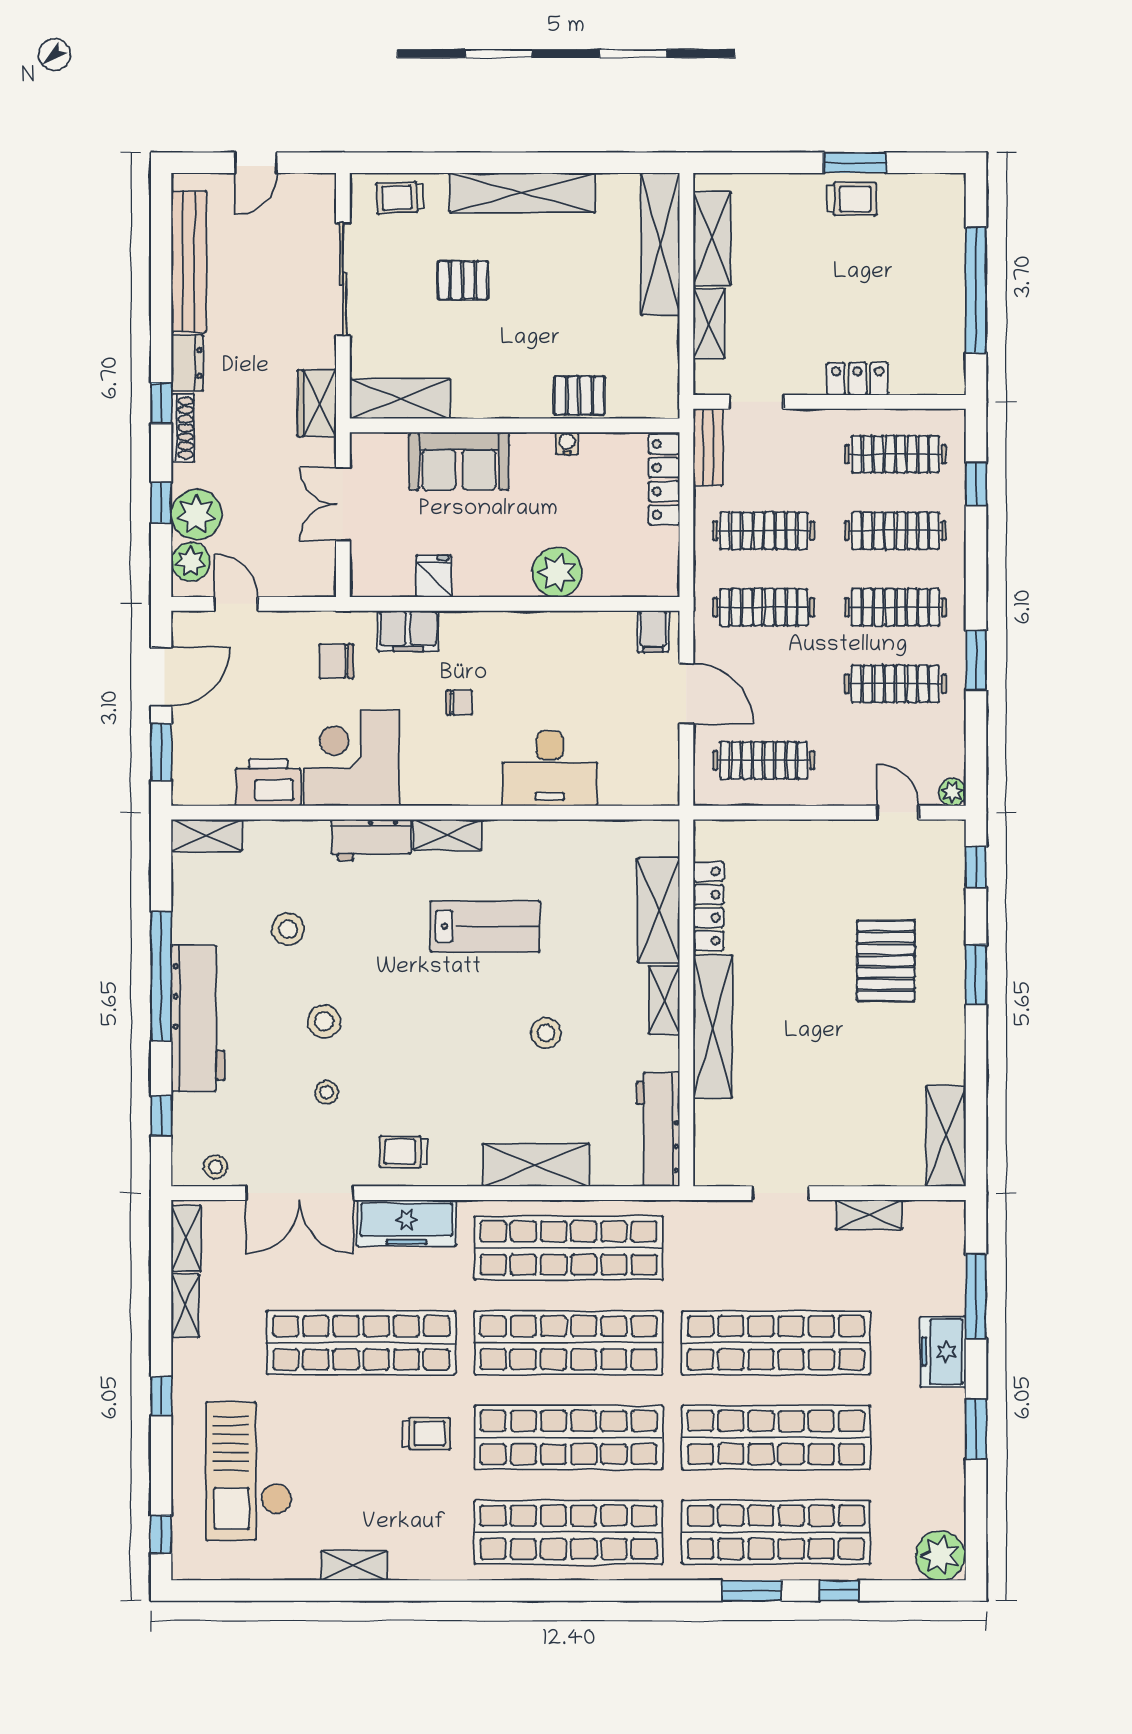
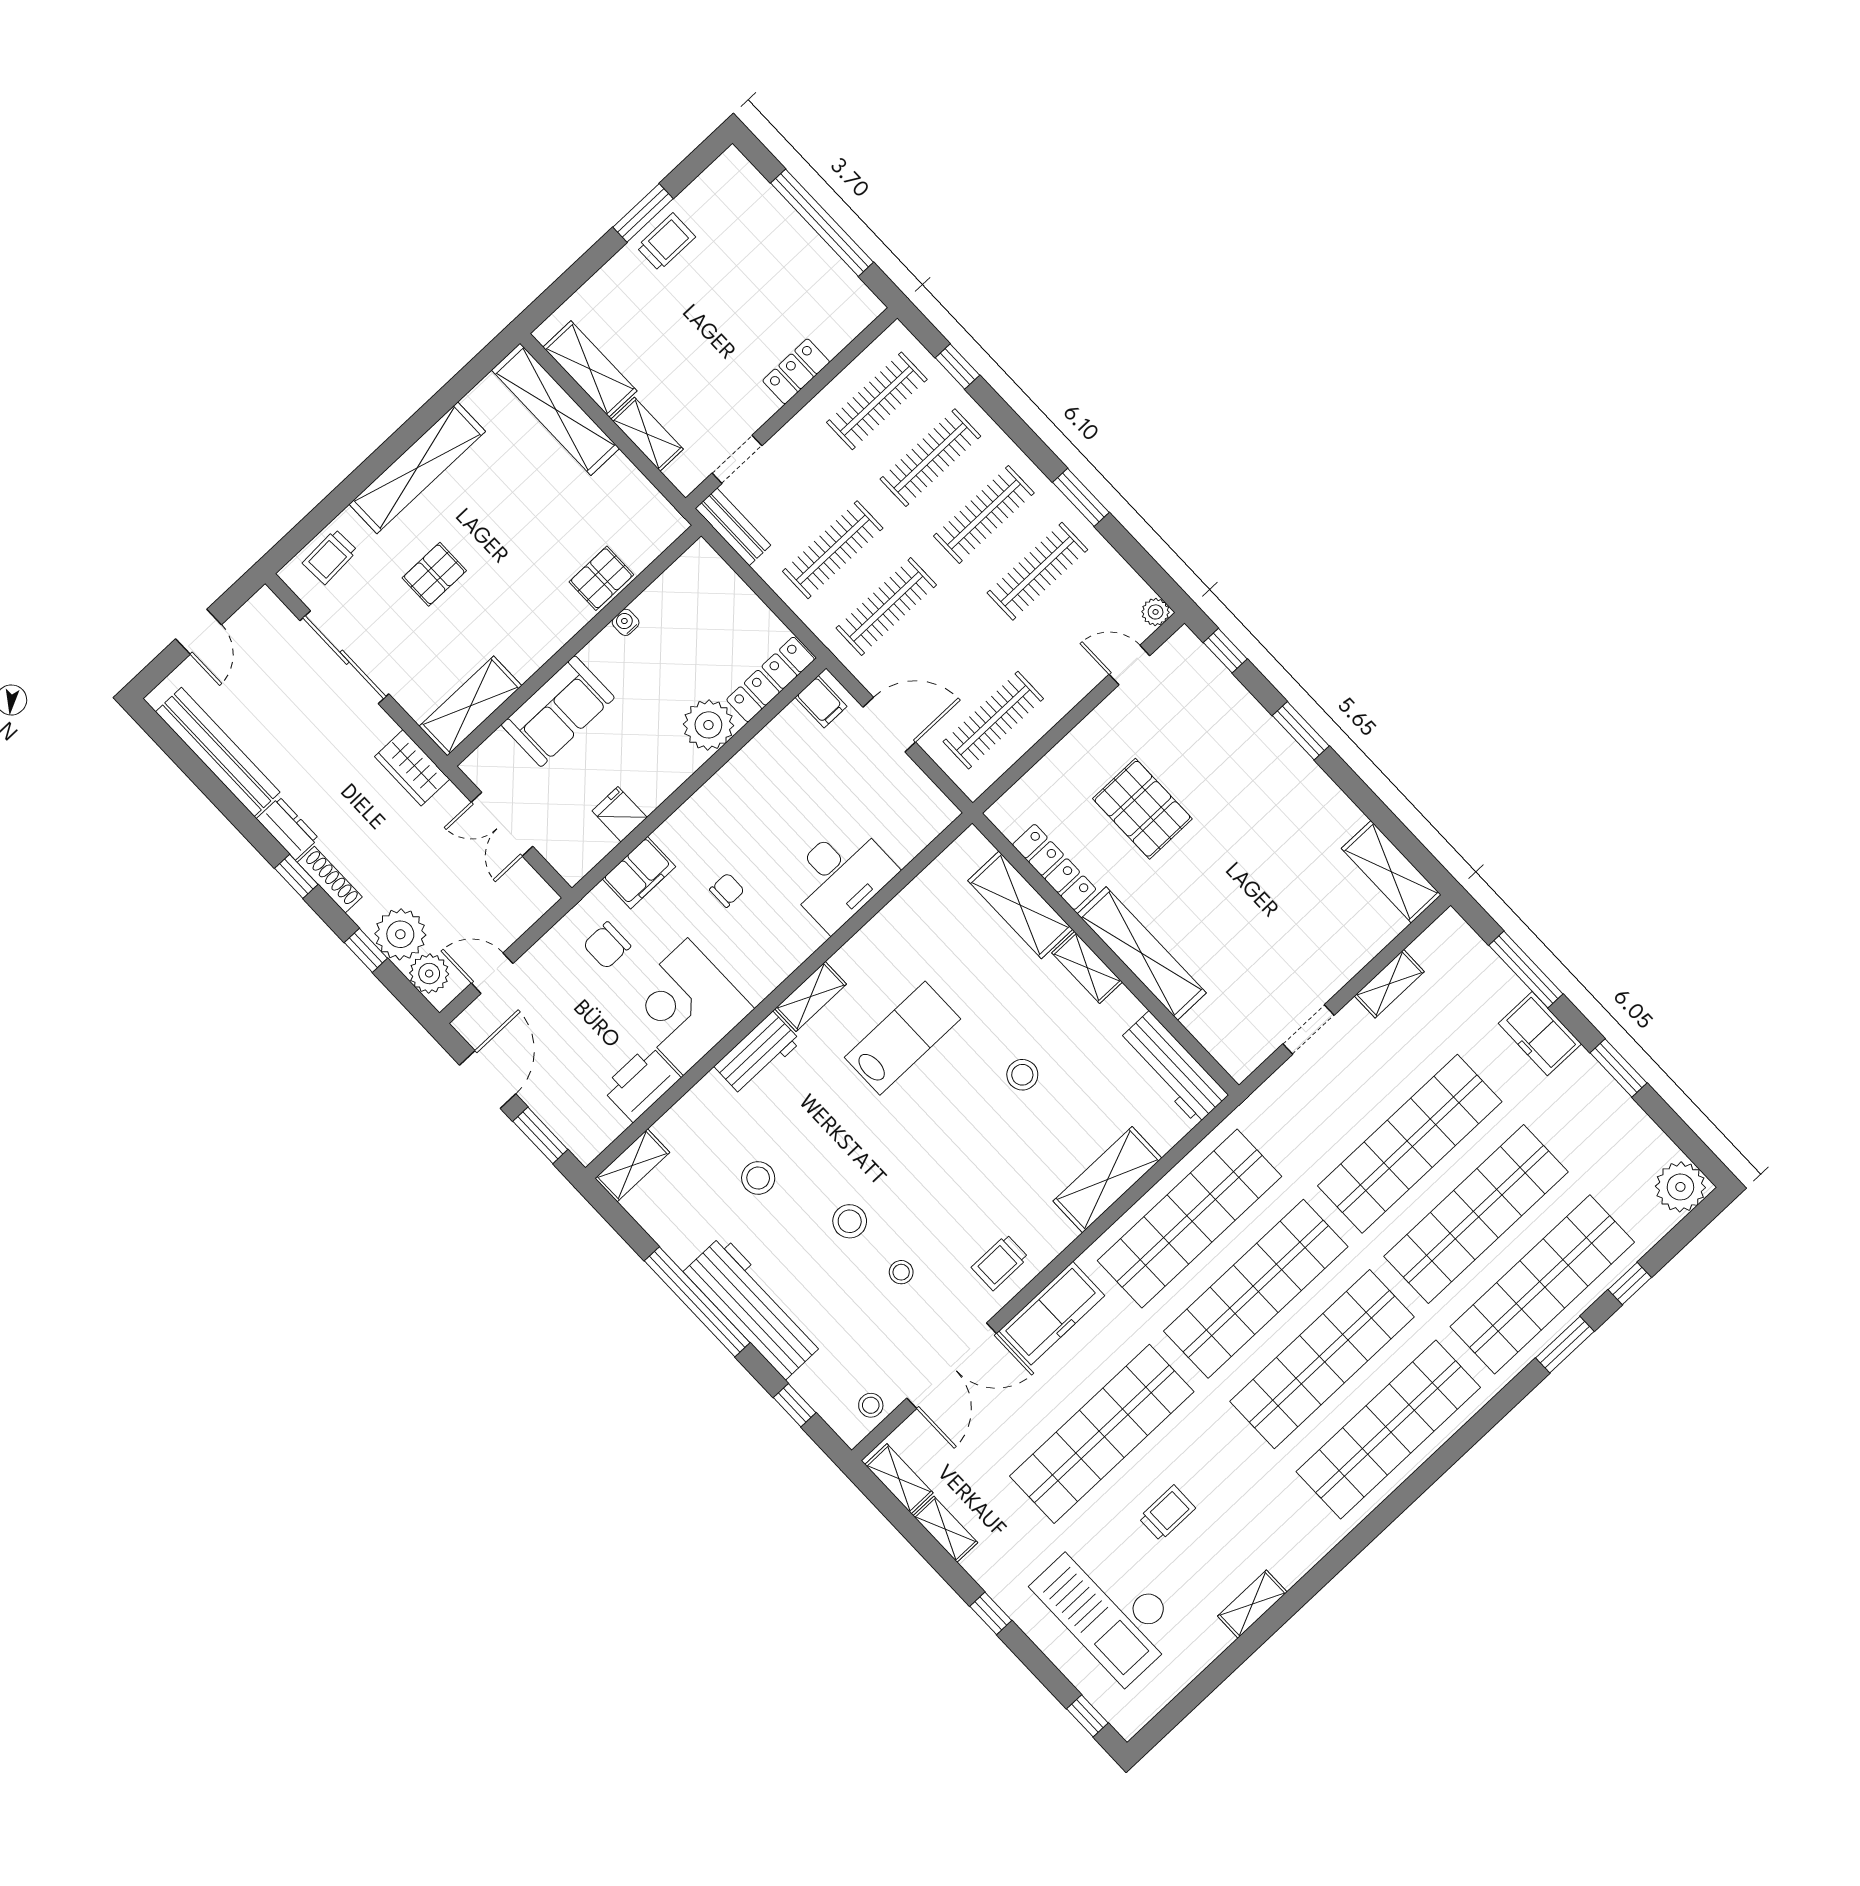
locker: (664, 479) -> (771, 679), moved, turned 90
pallet: (886, 961) -> (1142, 809), moved
trolley: (426, 1434) -> (1167, 1513), moved

